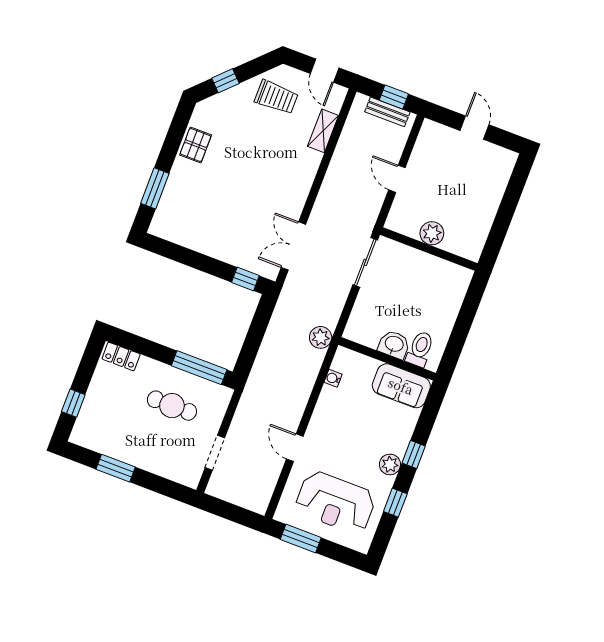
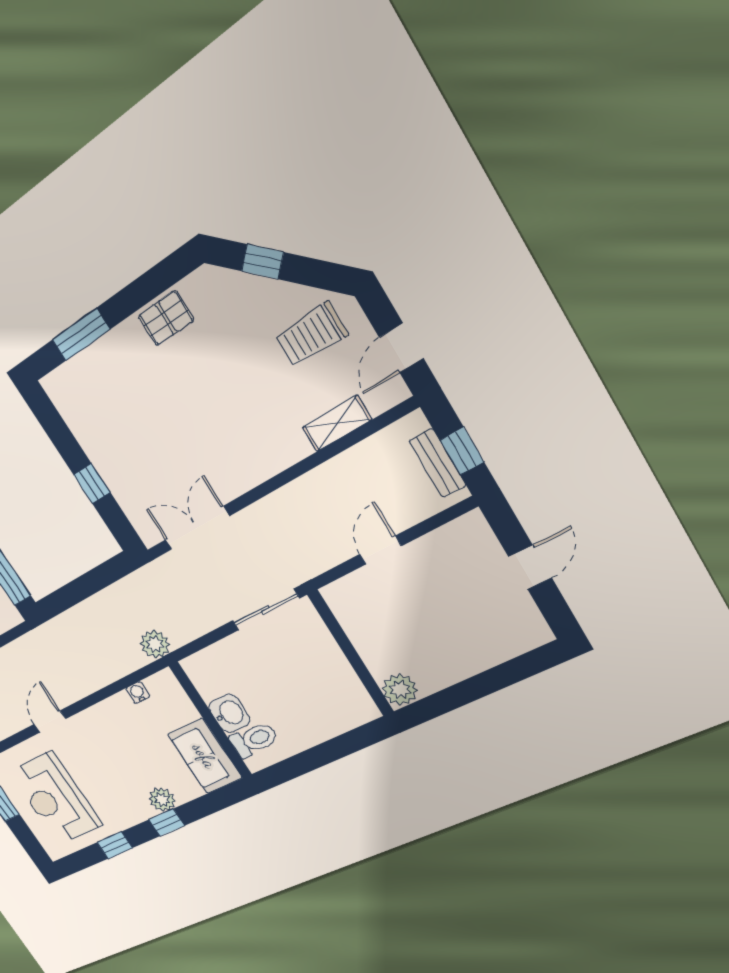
trolley: (276, 97) -> (312, 335), turned 90
plant: (432, 233) -> (400, 690), moved
window: (245, 279) -> (92, 484), moved
plant: (390, 464) -> (162, 800), moved

